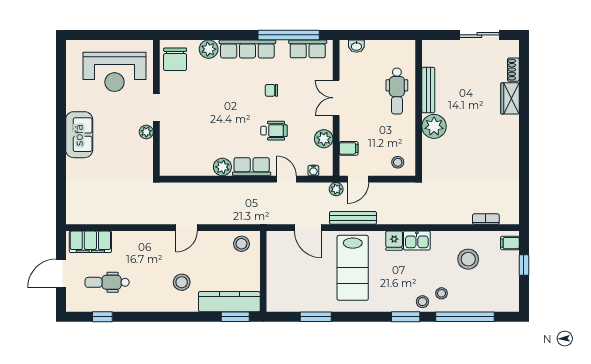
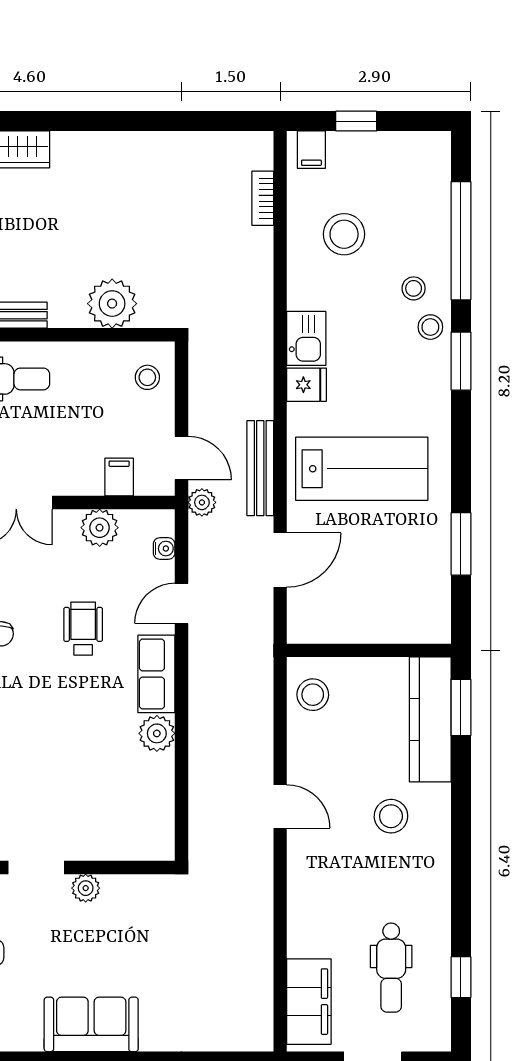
plant: (434, 126) -> (112, 304), moved

